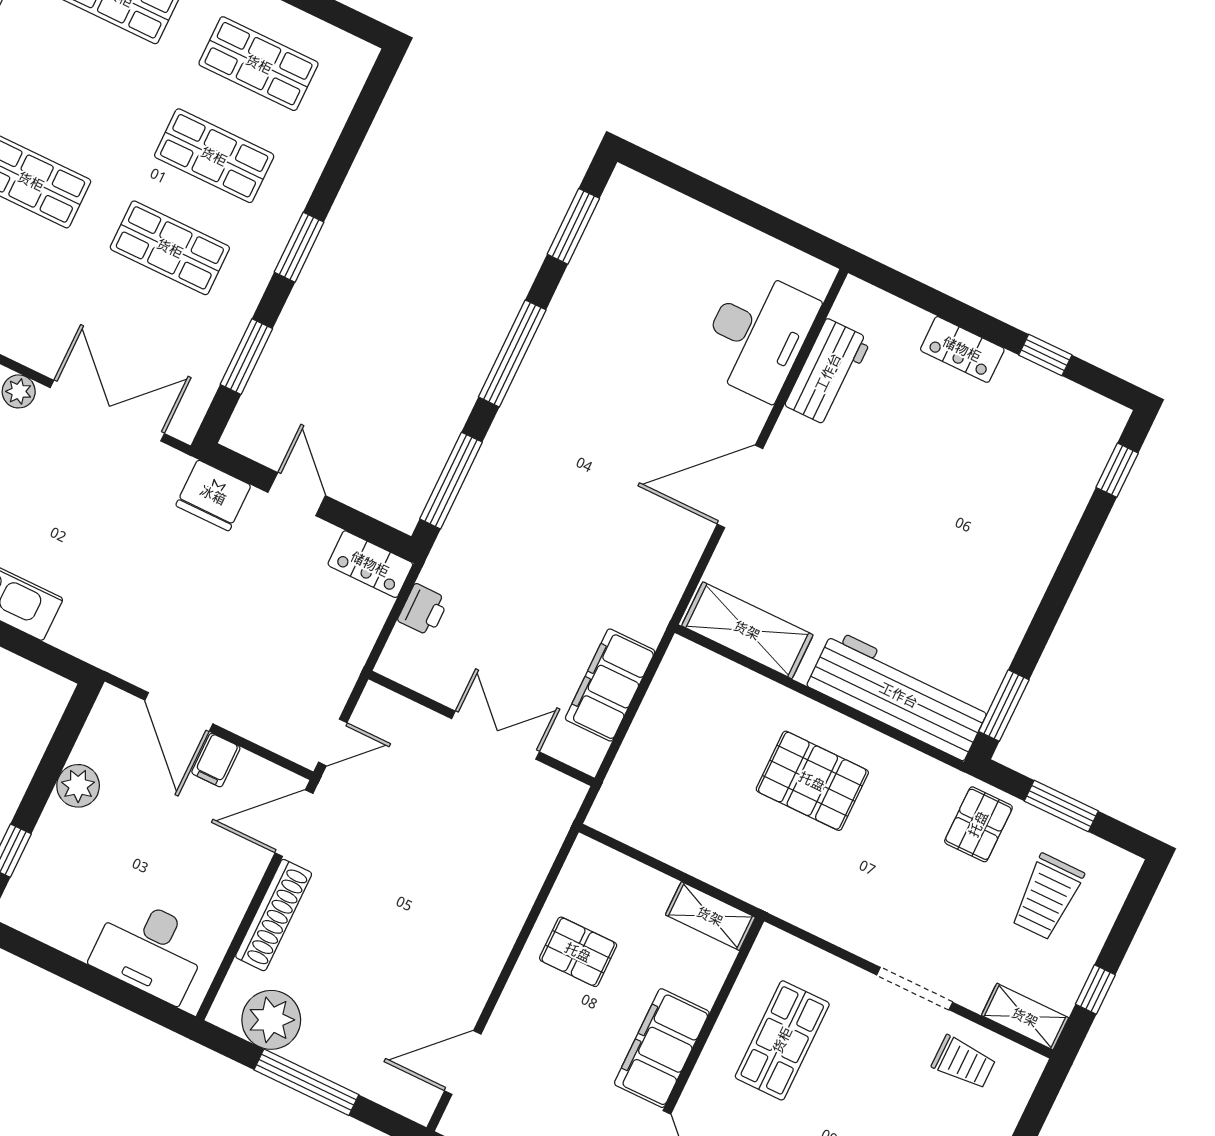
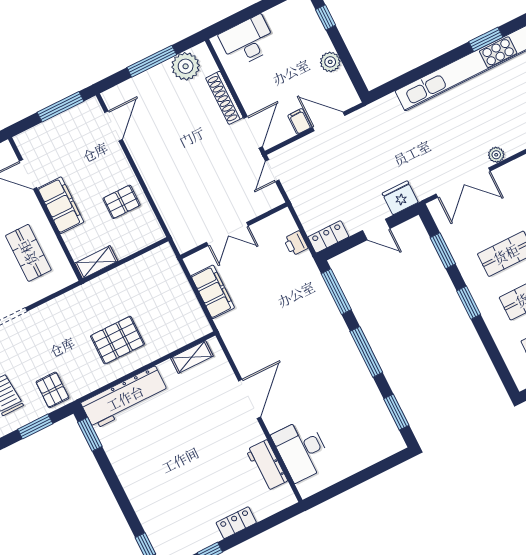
shelving: (747, 630) -> (192, 357), width x0.67, depth x0.75

